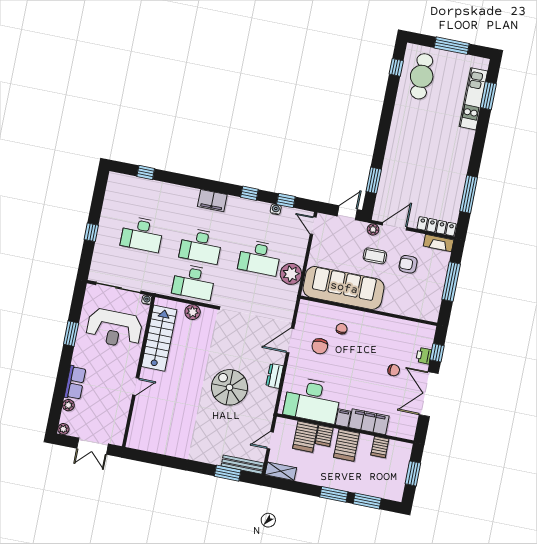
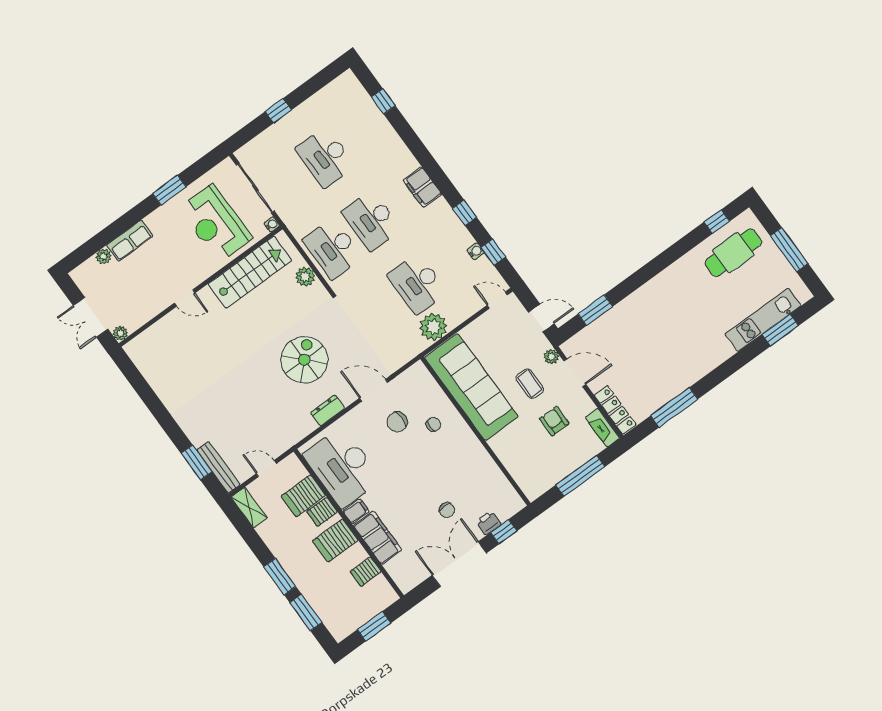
door: (313, 226) -> (497, 300), hinge flipped
spiral stairs: (229, 387) -> (304, 360), moved
plant: (63, 429) -> (120, 333), moved

